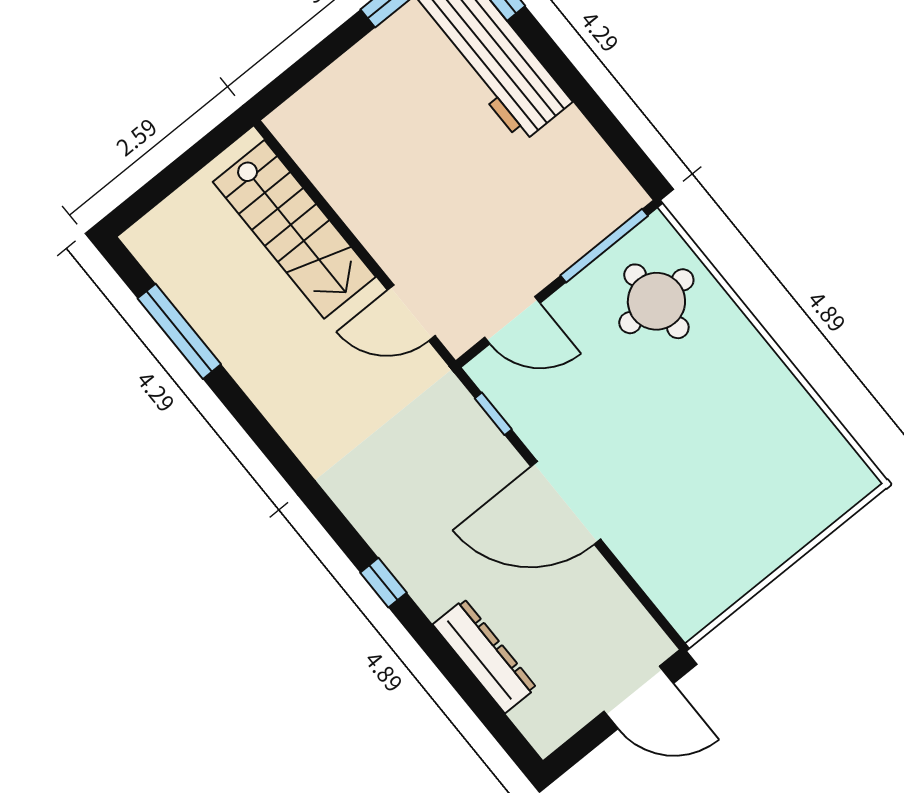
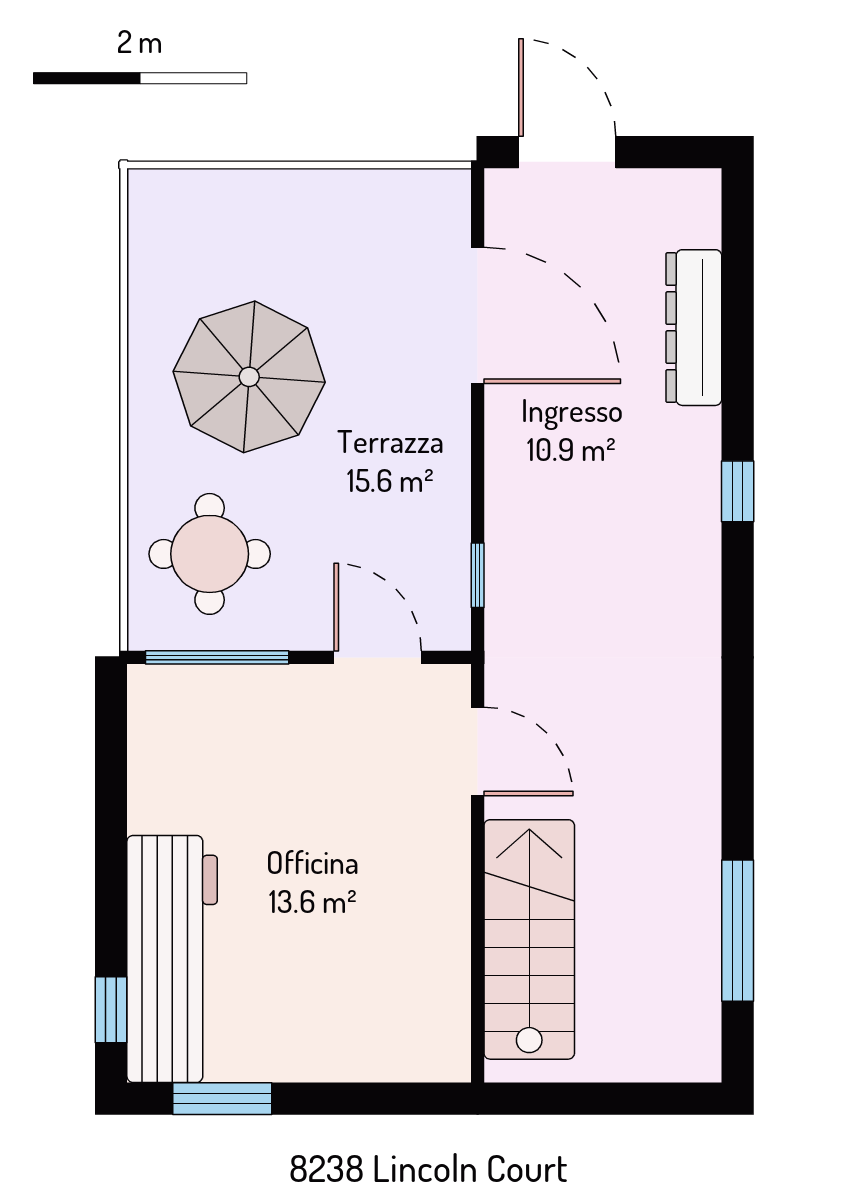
parasol: (716, 421) -> (249, 377), added
door: (566, 503) -> (478, 315), moved

